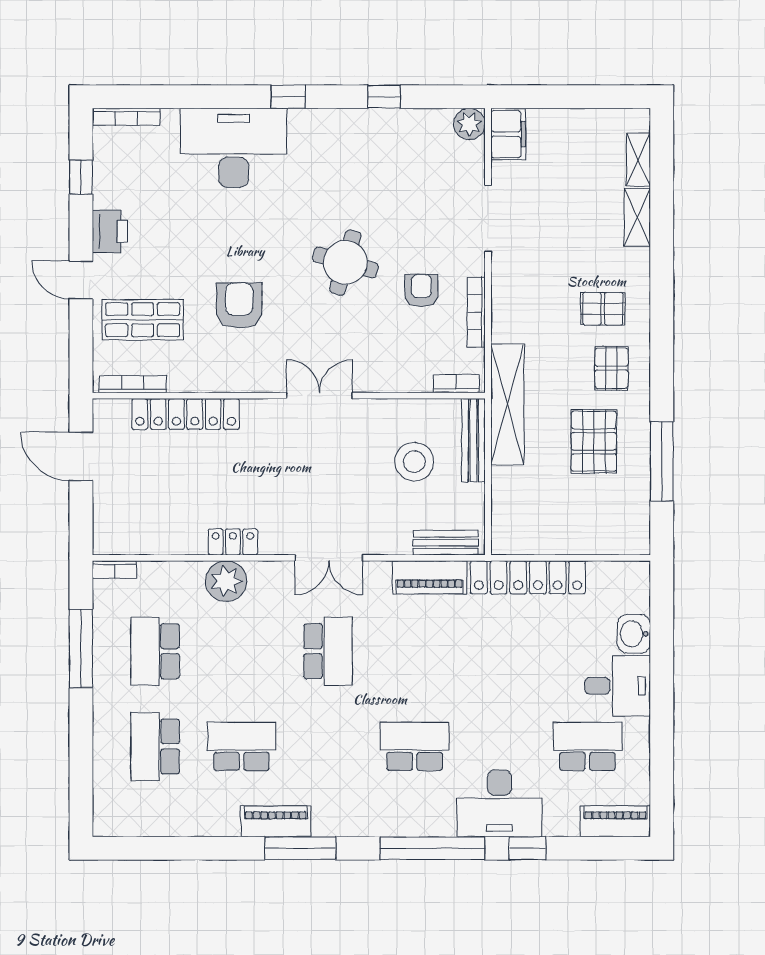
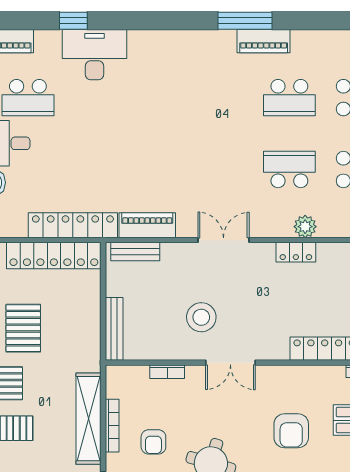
bookcase: (456, 384) -> (167, 372), moved
shelving: (507, 405) -> (89, 419), moved
stool: (414, 462) -> (201, 317), moved
locker: (553, 537) -> (54, 256), added
plant: (226, 581) -> (305, 227), width x0.73, depth x0.73
school desk: (328, 651) -> (289, 170), moved, turned 90
school desk: (415, 746) -> (159, 98), removed
window: (432, 848) -> (145, 21), removed

